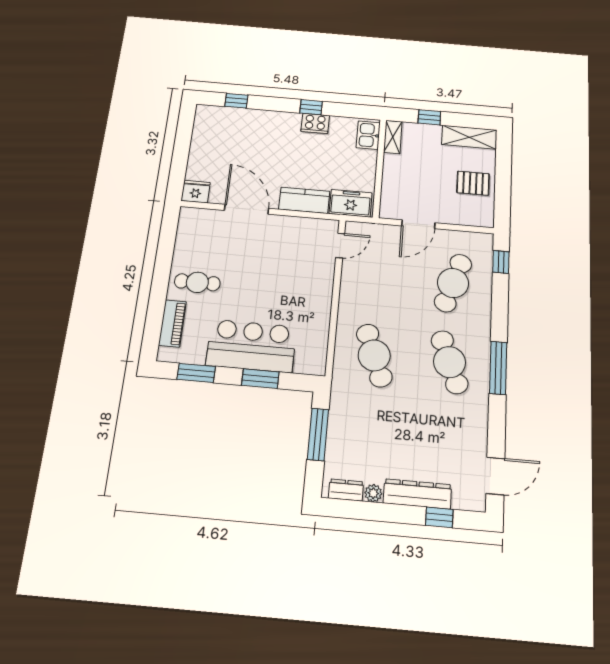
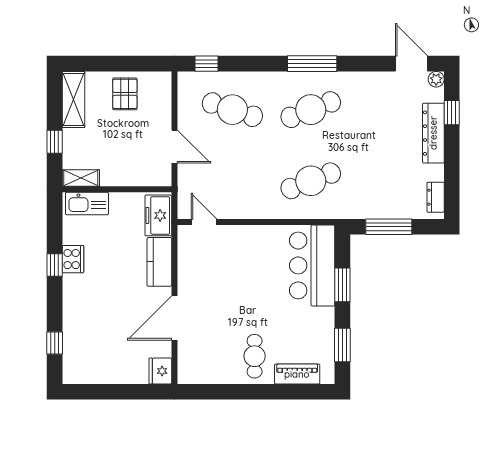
kitchen sink: (368, 135) -> (87, 203), width x1.38
bar counter: (251, 346) -> (312, 265), moved
plant: (373, 493) -> (436, 79), moved

